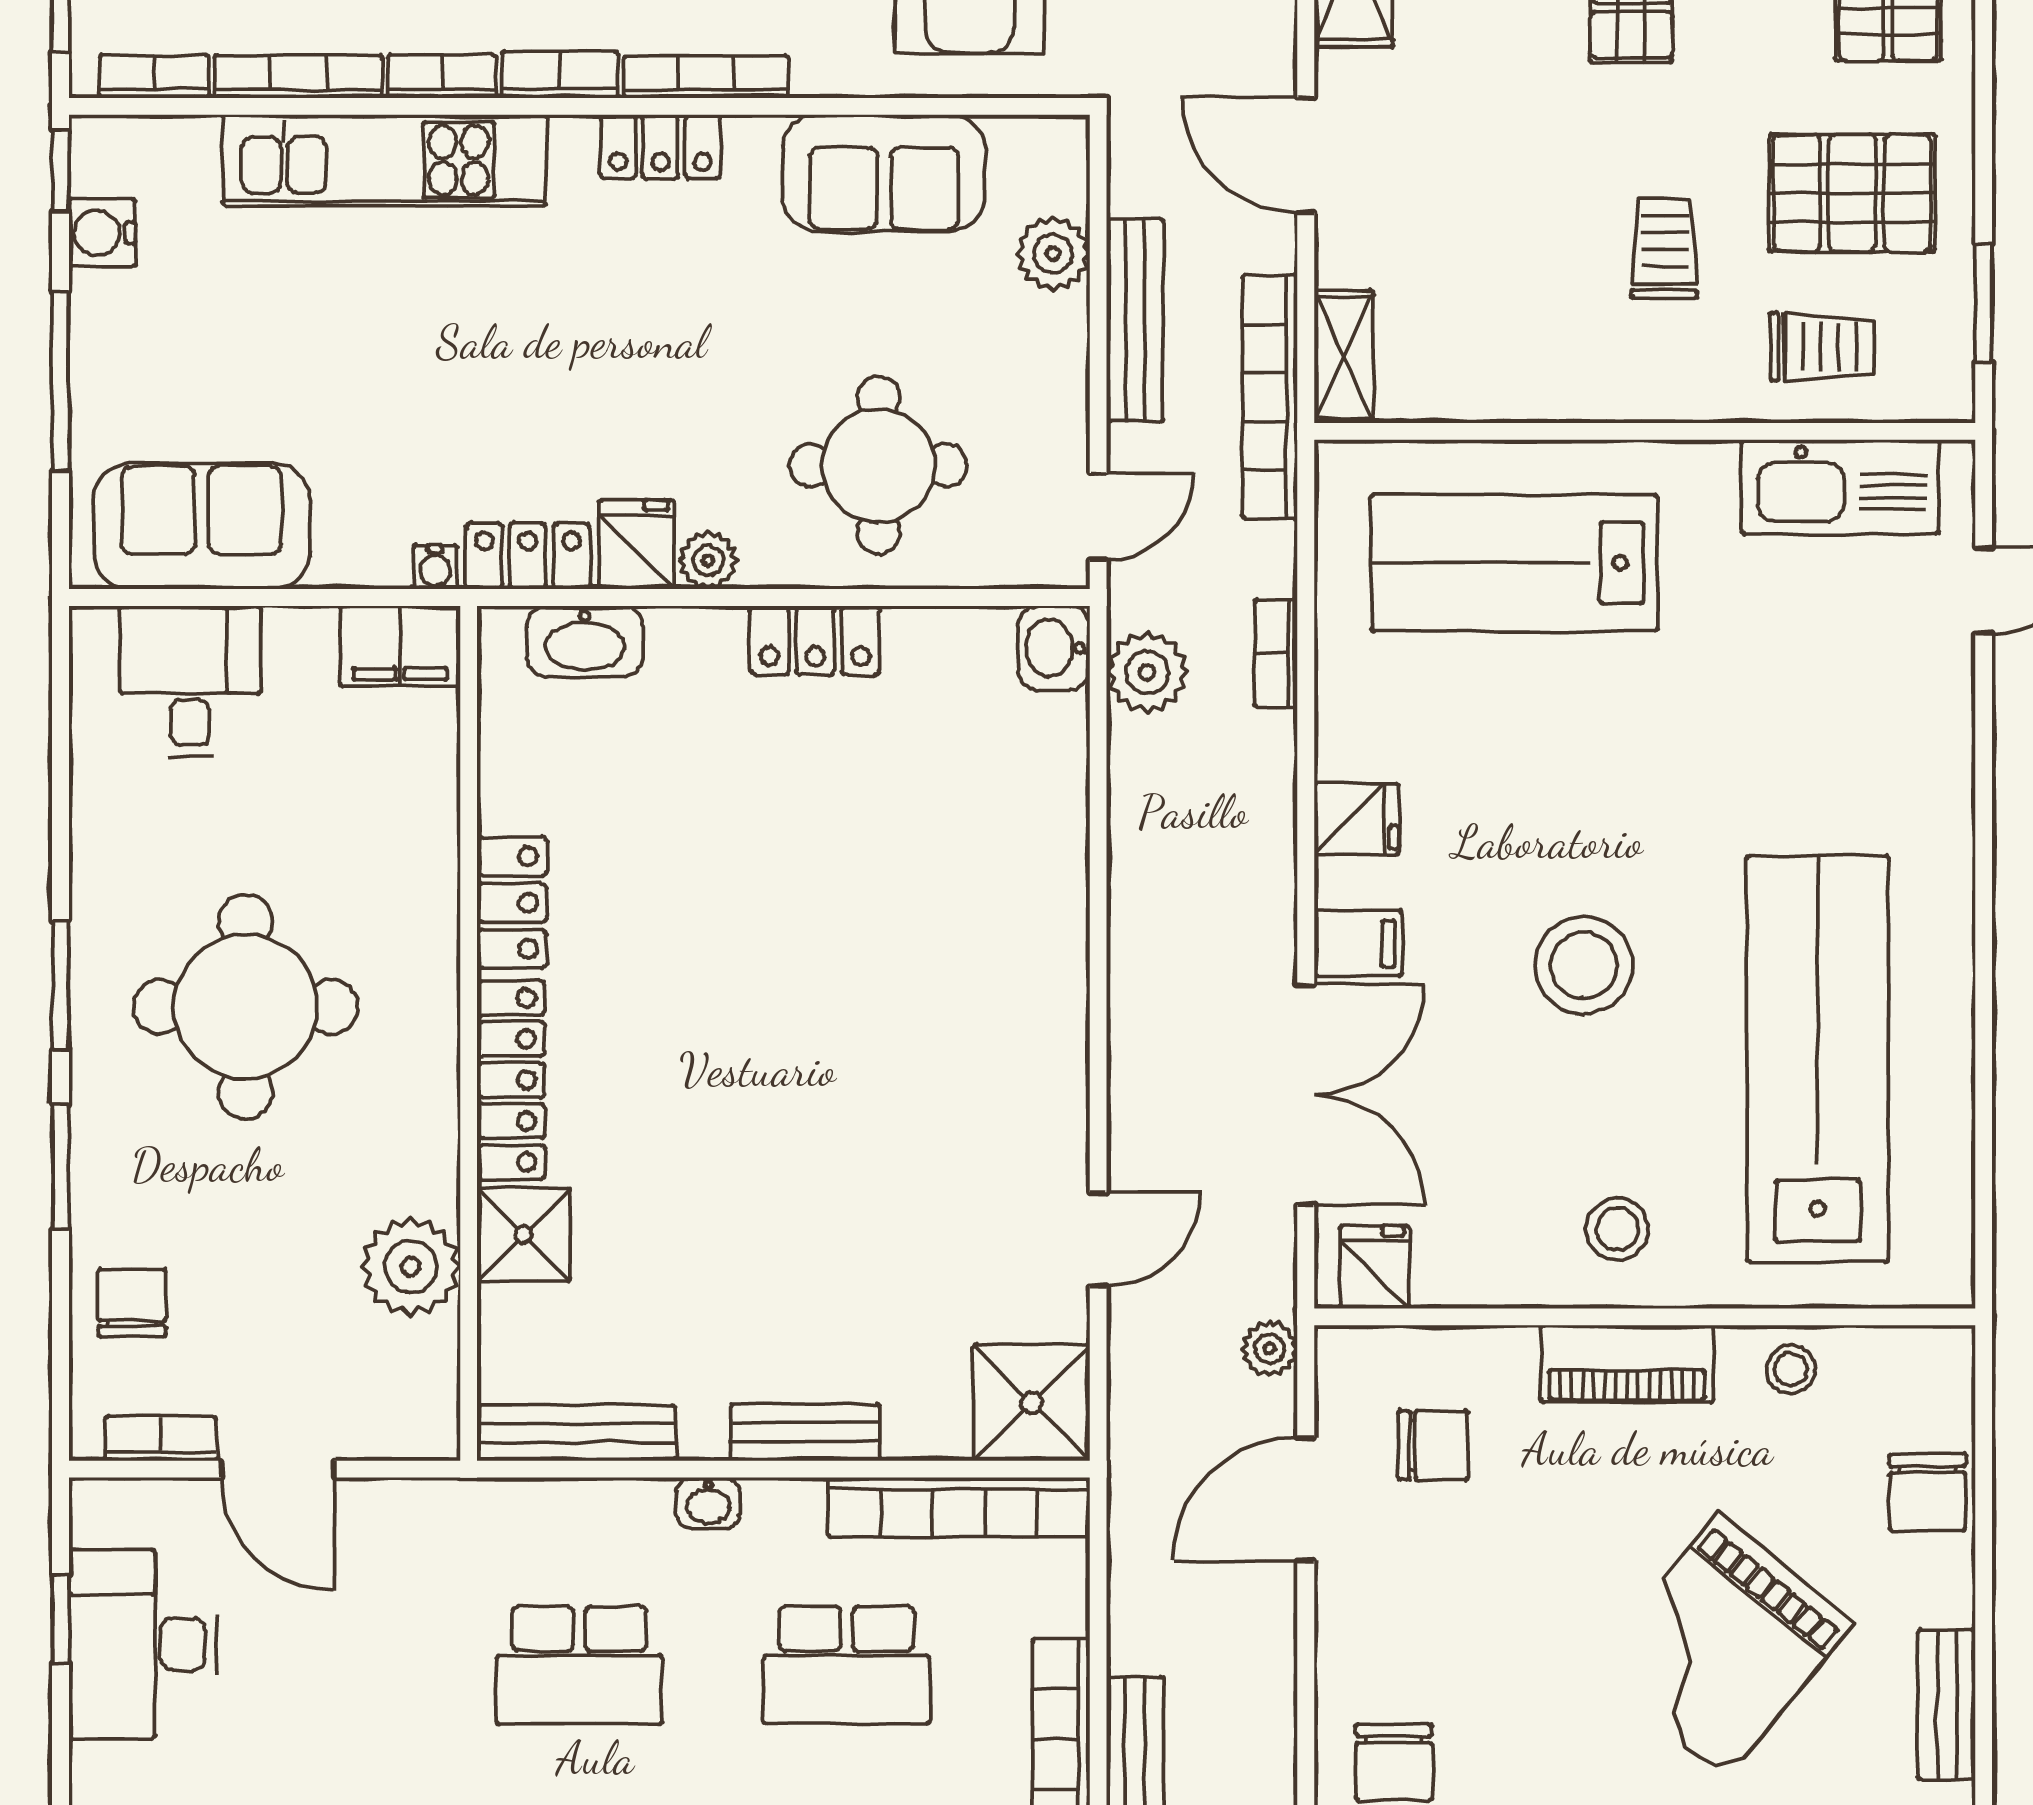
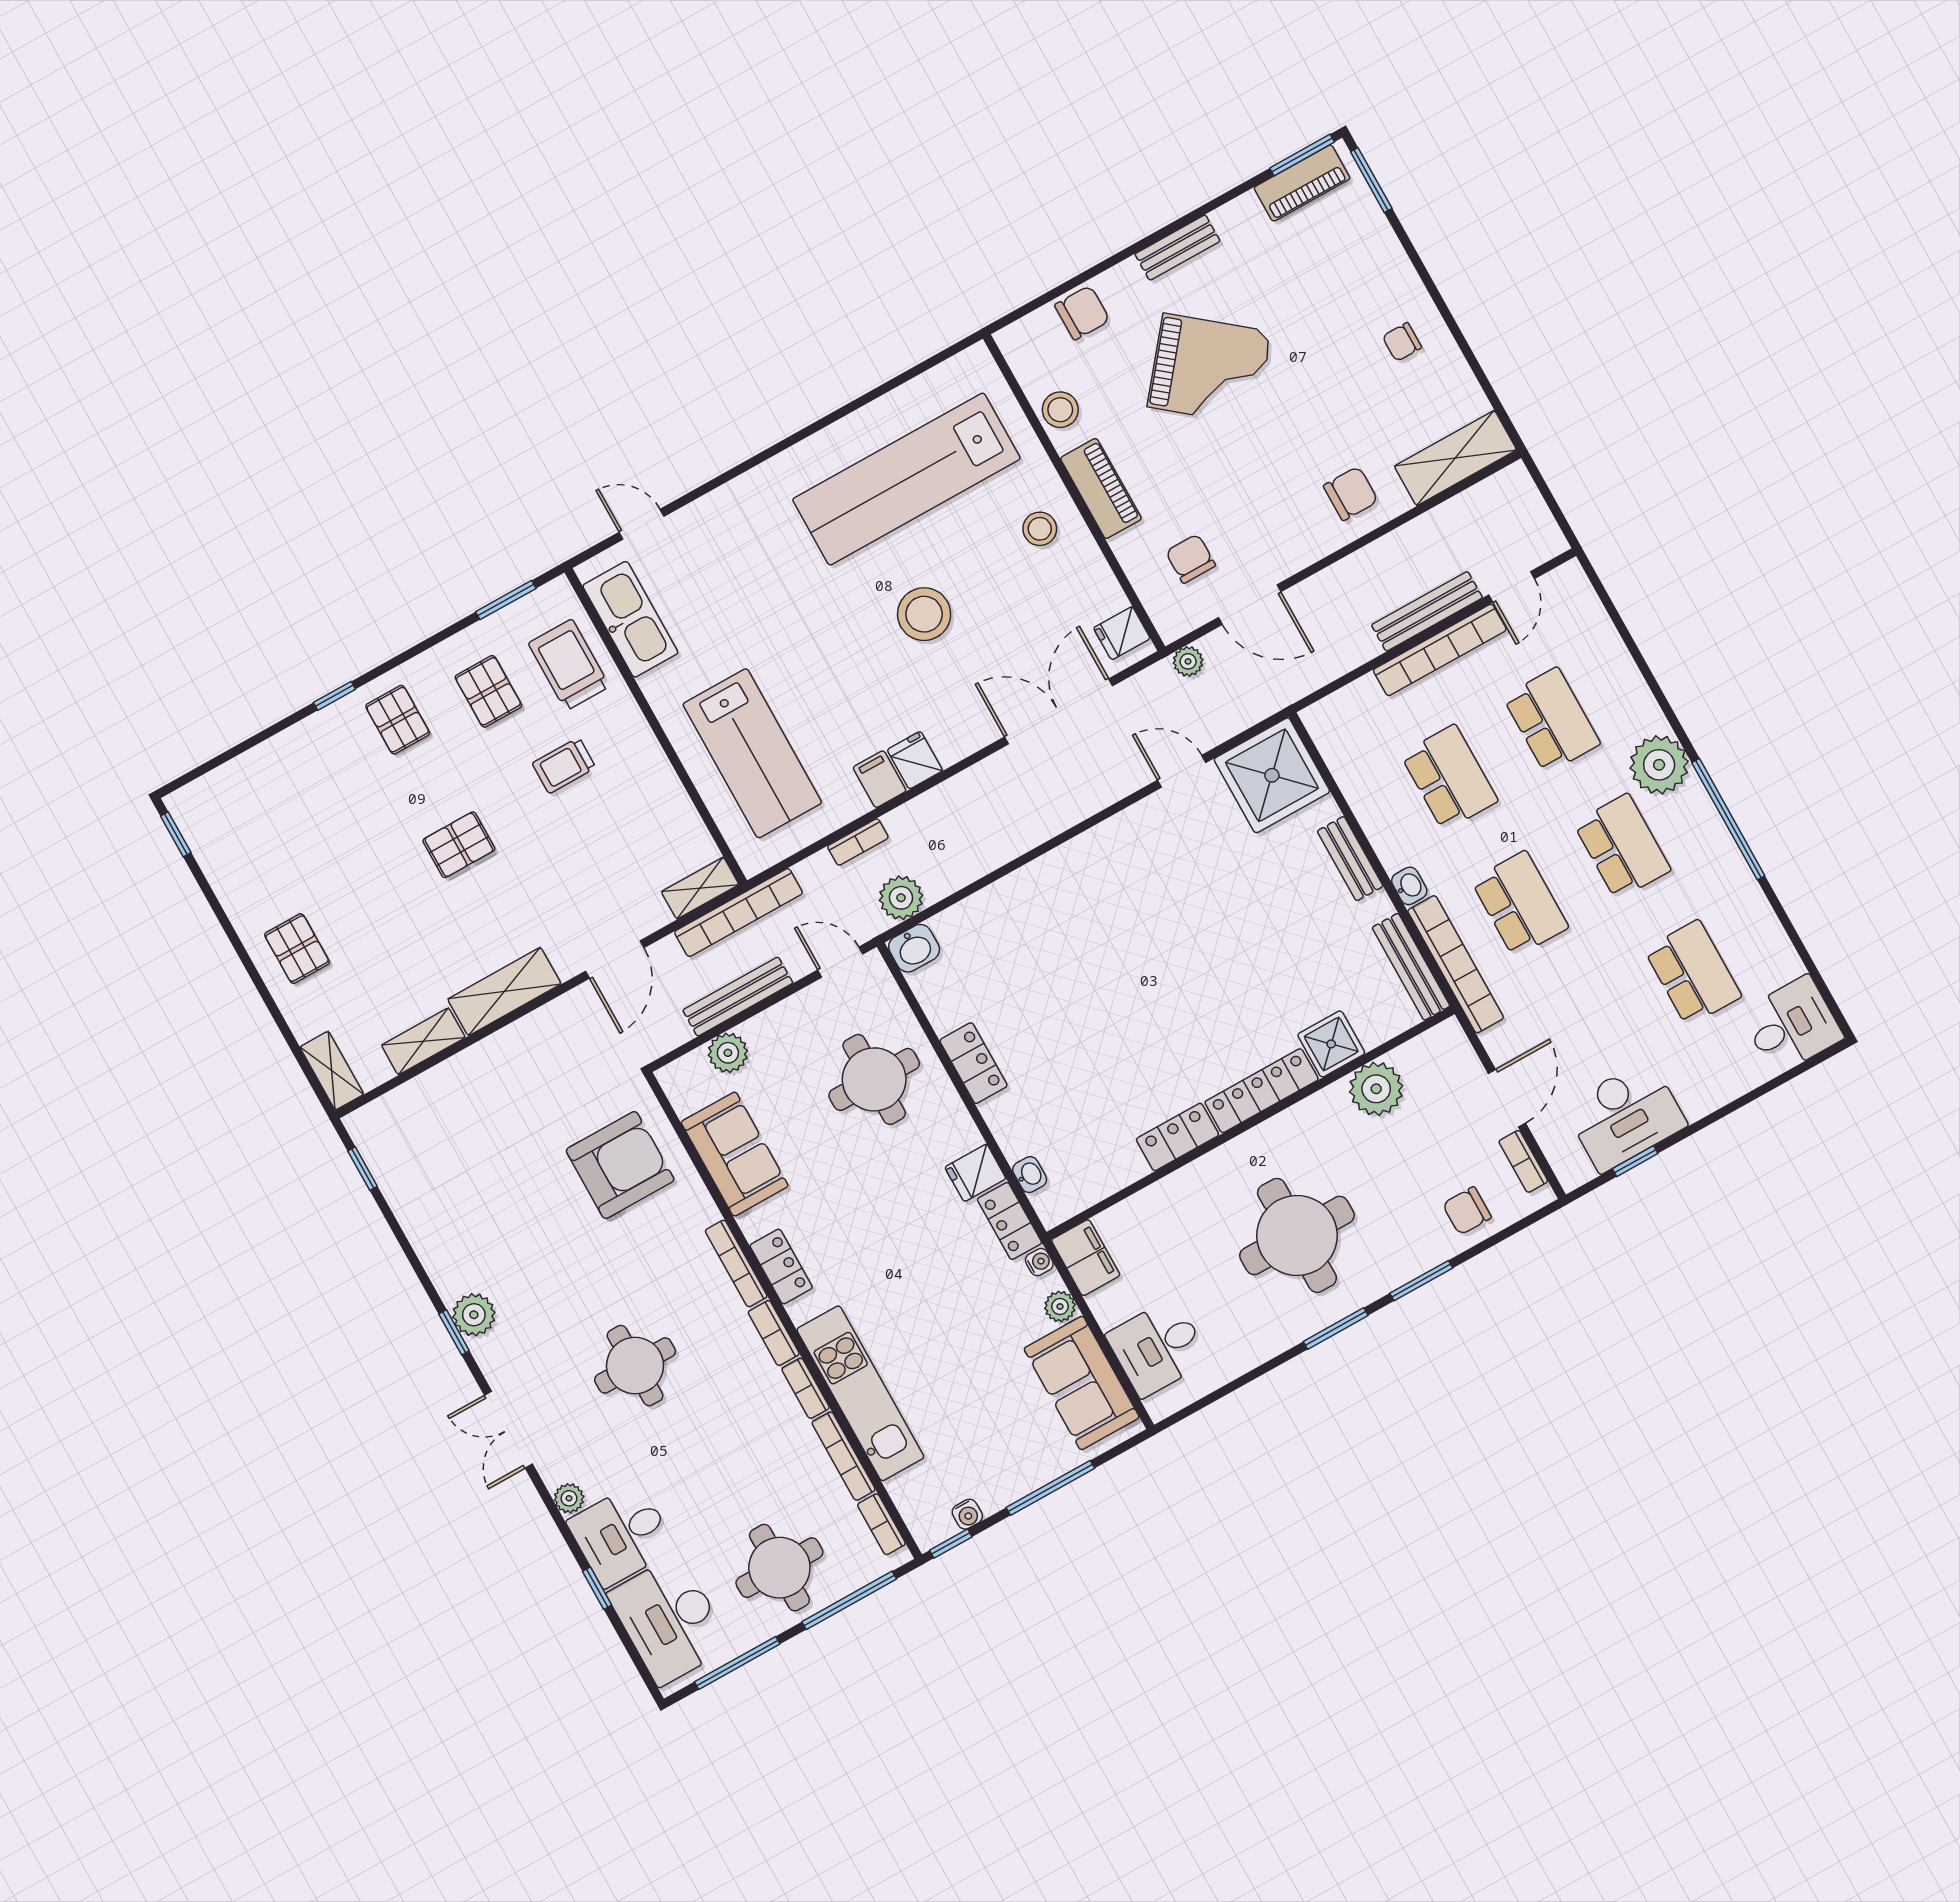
pallet: (1852, 193) -> (488, 691), width x0.67, depth x0.71
water cooler: (102, 233) -> (967, 1514), width x0.72, depth x0.72
trolley: (1822, 347) -> (569, 665), width x1.36, depth x1.39
plant: (708, 560) -> (1060, 1306), moved
washbasin: (585, 641) -> (1030, 1175), width x0.52, depth x0.69
filing cabinet: (1358, 943) -> (880, 779), moved
stool: (1791, 1369) -> (1060, 410), width x1.37, depth x1.37
shower: (1032, 1403) -> (1272, 775), width x1.37, depth x1.37
bookcase: (959, 1507) -> (1456, 964), moved

